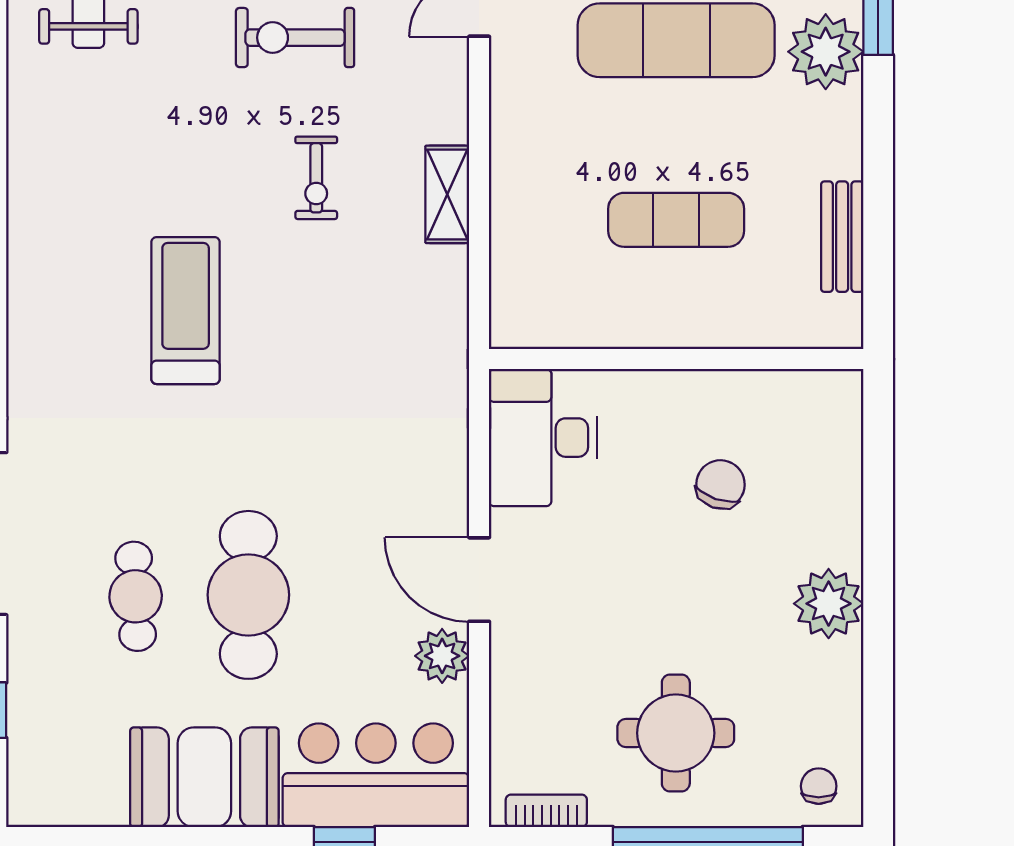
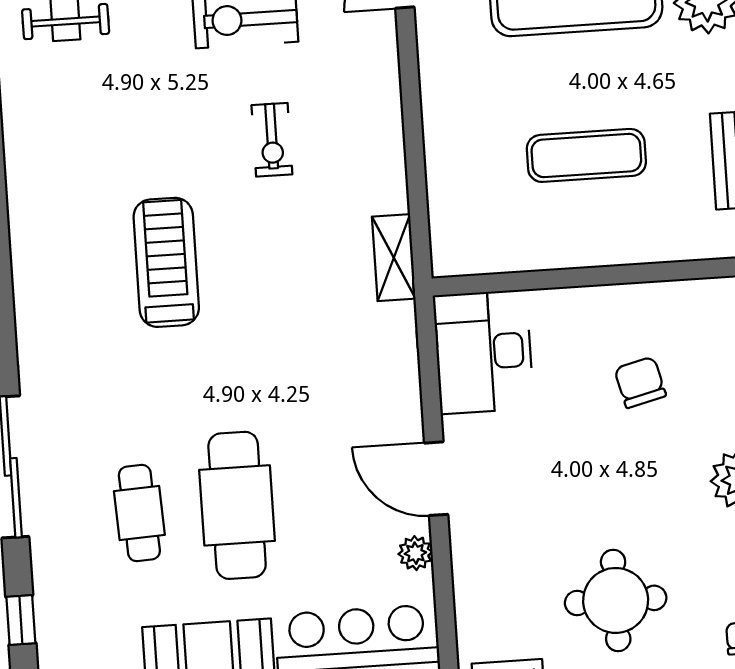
shelving: (447, 194) -> (394, 258), moved
chair: (721, 484) -> (640, 382), turned -33
plant: (442, 656) -> (415, 553), width x0.73, depth x0.73

